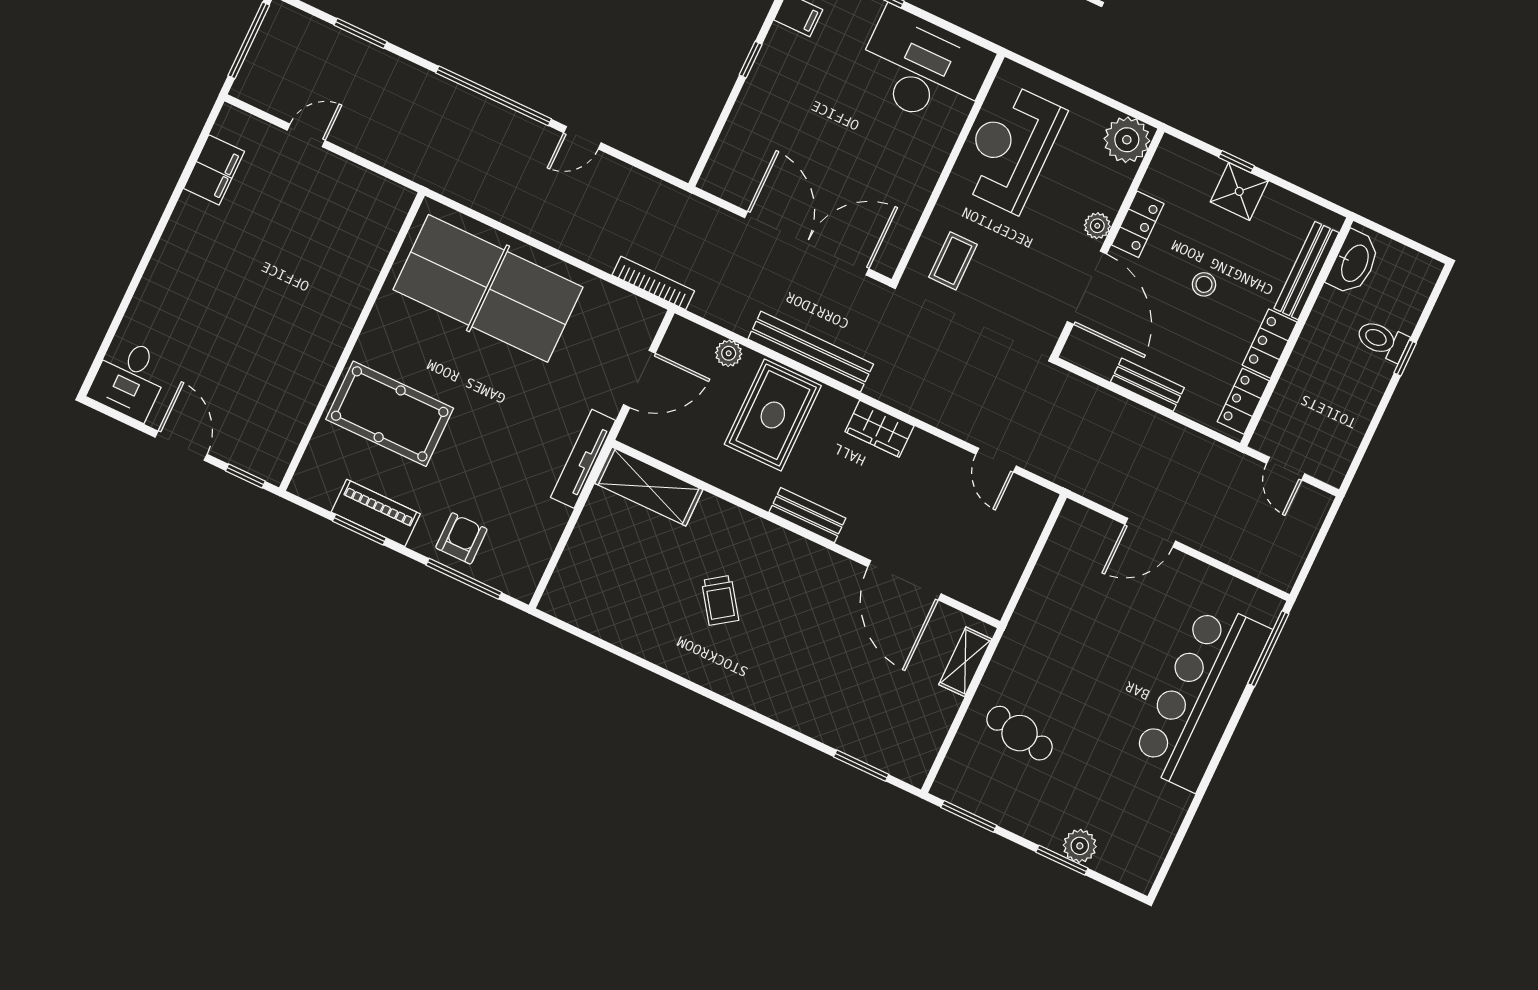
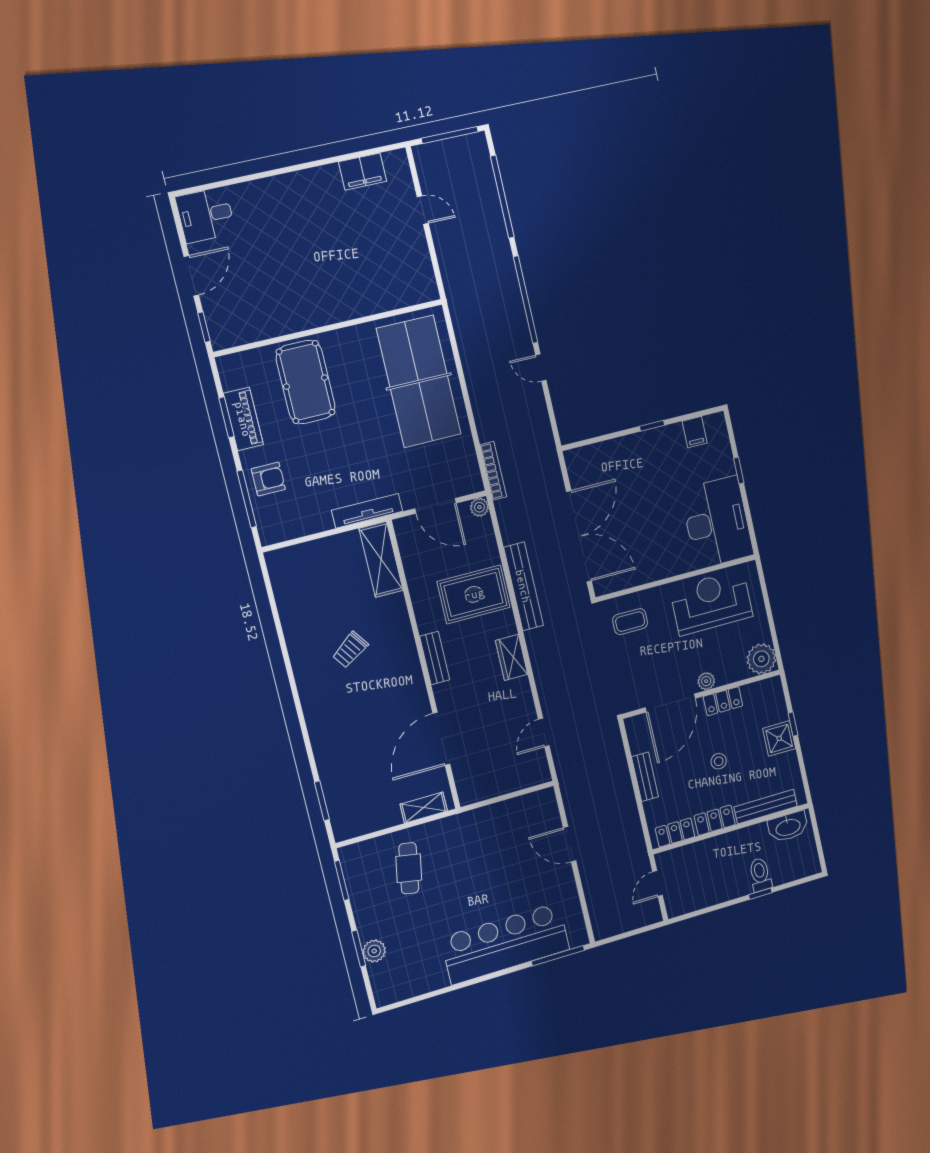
window: (361, 33) -> (502, 197), width x2.11
plant: (729, 353) -> (479, 507), moved

